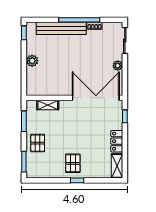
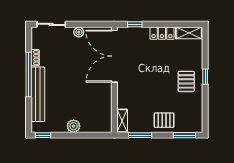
shelving: (48, 105) -> (122, 121), moved
pallet: (73, 163) -> (186, 81), turned 90

